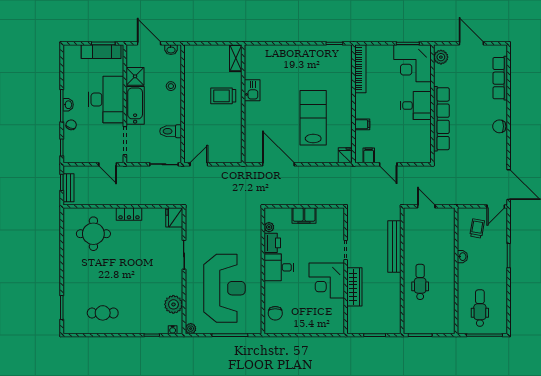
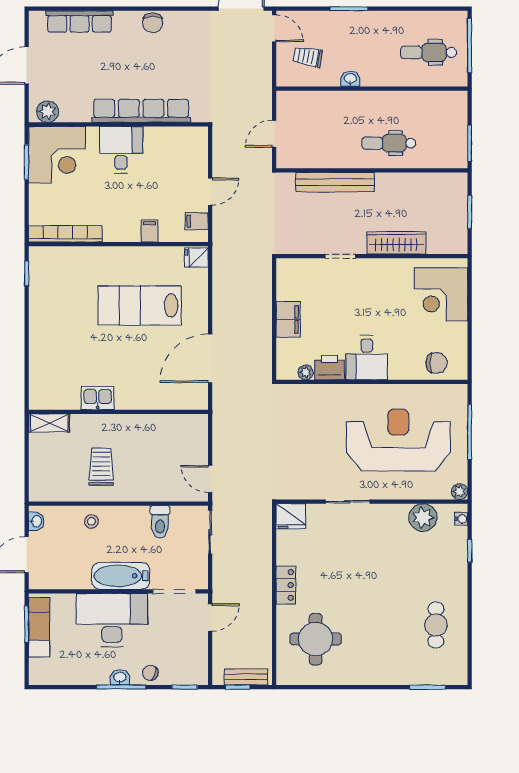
shower: (135, 76) -> (77, 576), removed
trolley: (223, 96) -> (101, 467), moved, turned 180
corner desk: (327, 281) -> (441, 294), moved, turned 90

